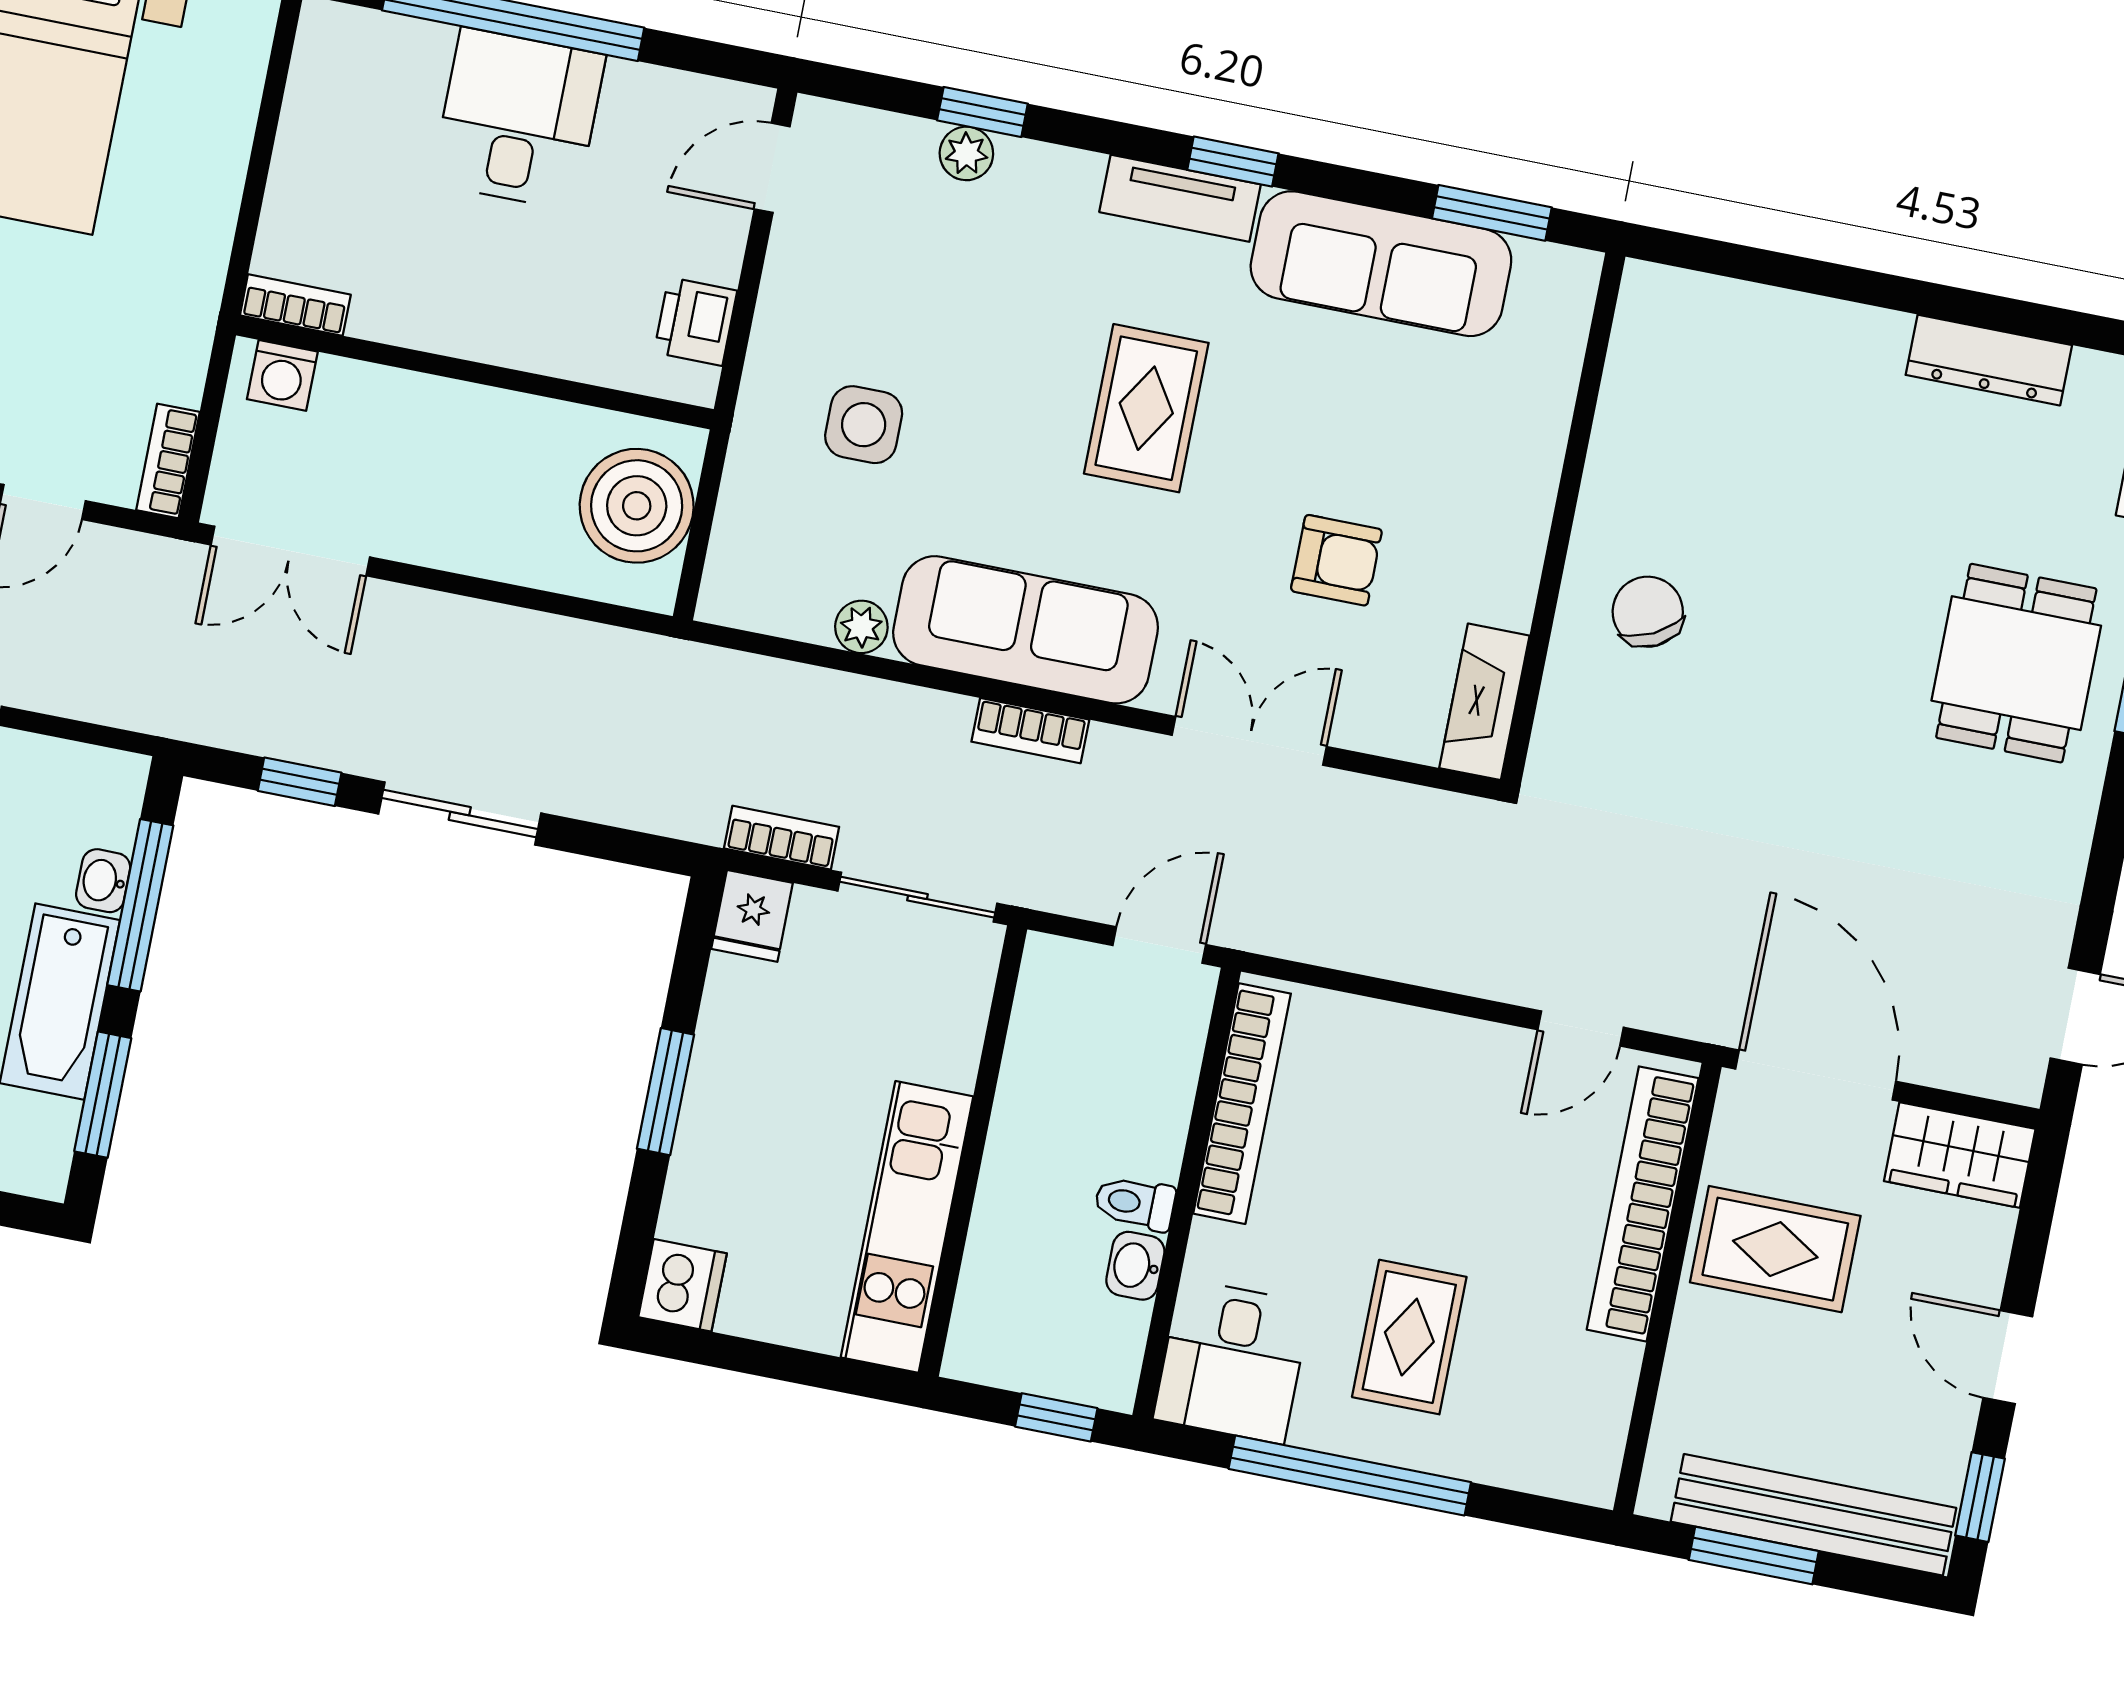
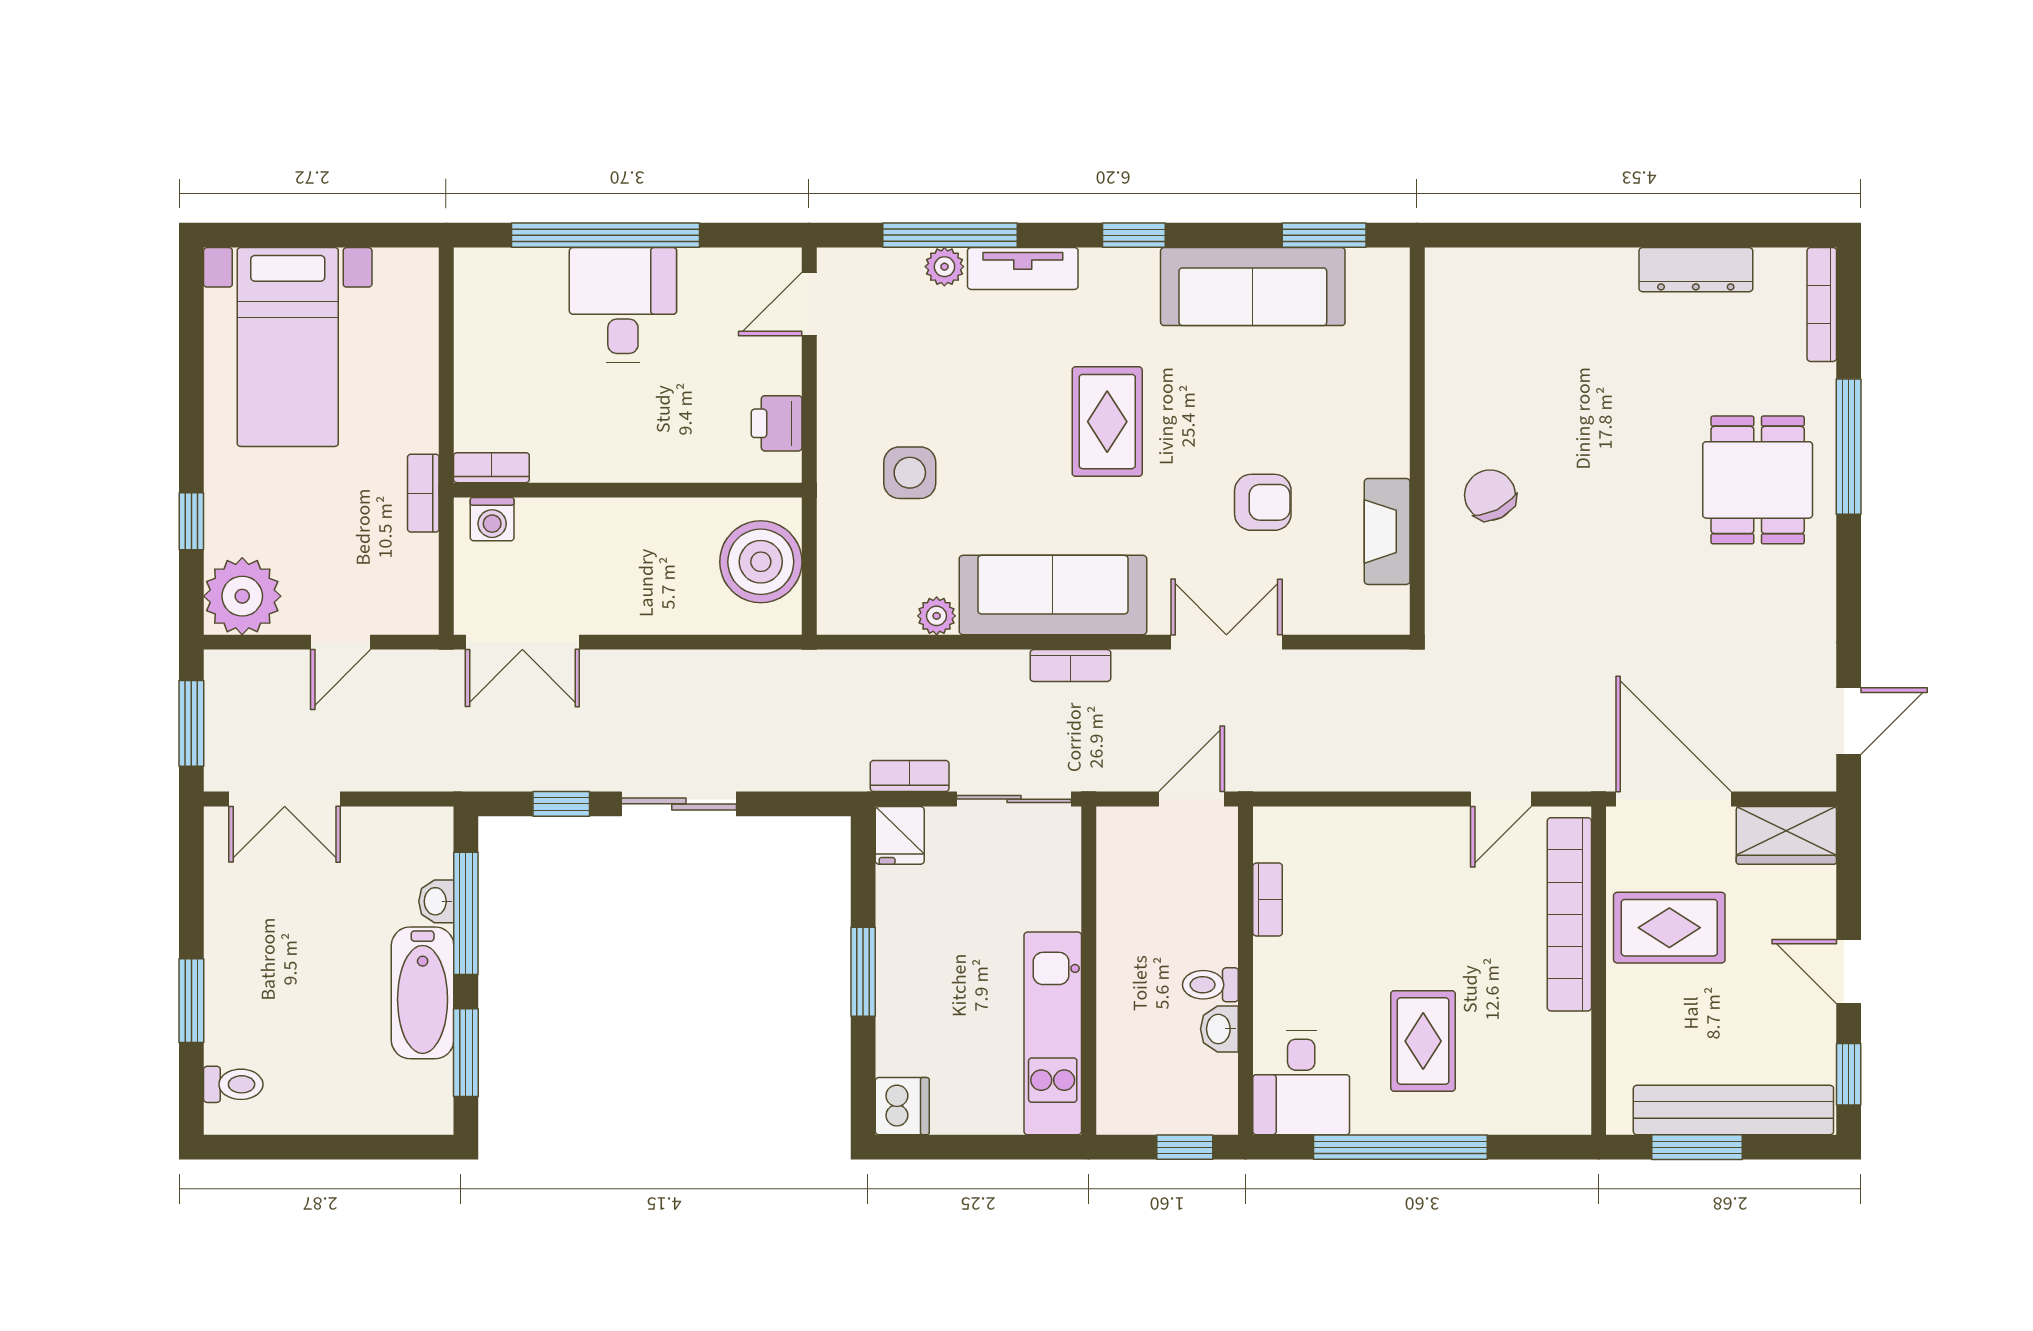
window: (982, 112) -> (950, 235), width x2.17
tv unit: (1180, 198) -> (1023, 268), moved
bookcase: (168, 461) -> (423, 493), moved
fireplace: (1484, 702) -> (1387, 531), moved
bookcase: (1242, 1104) -> (1268, 899), width x0.43, depth x0.76

